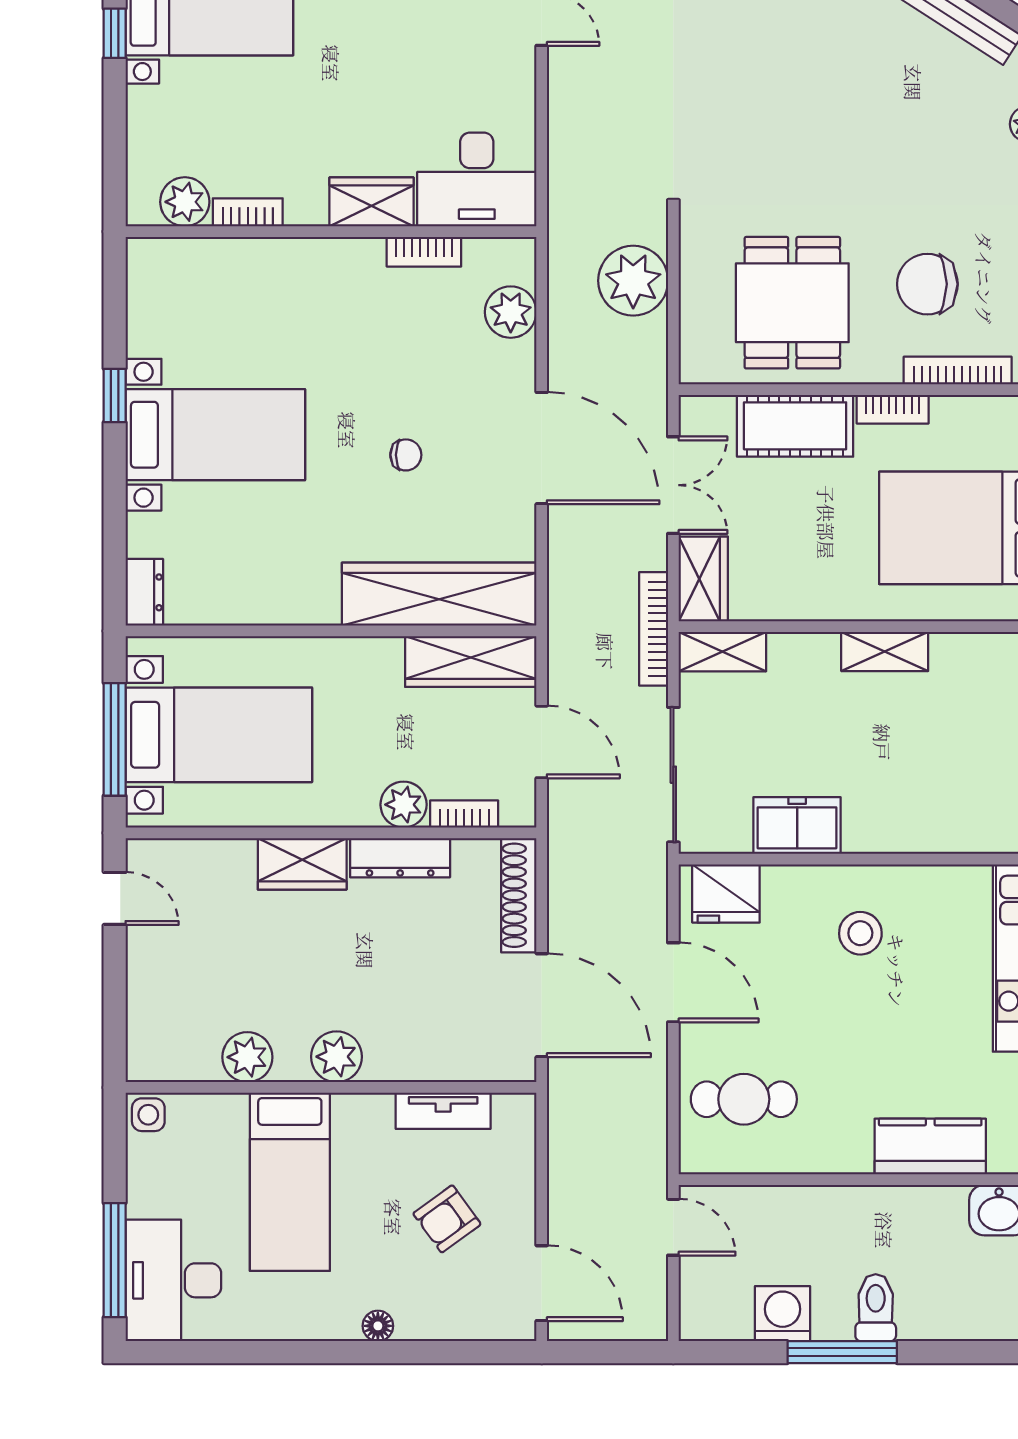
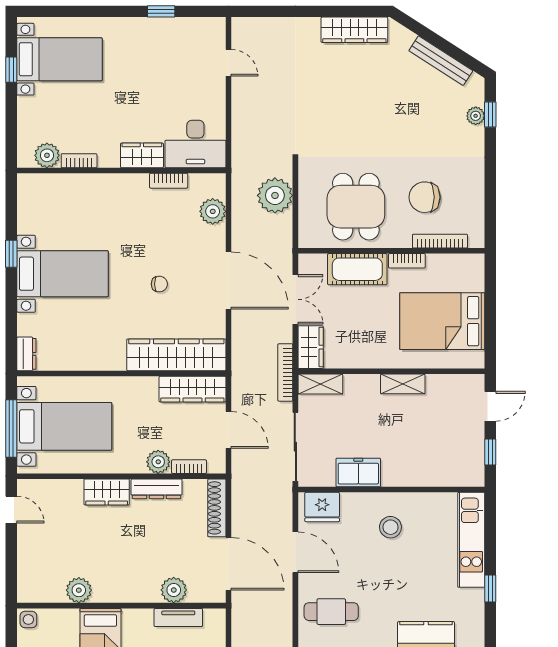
plant: (337, 1057) -> (174, 590), moved

